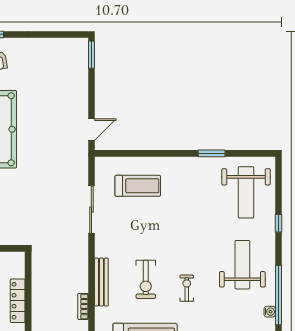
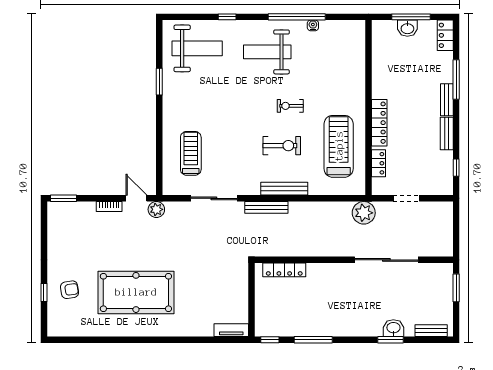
plant: (80, 150) -> (156, 209), added
bench: (82, 264) -> (266, 207), added
locker: (18, 301) -> (284, 270), moved
bookcase: (83, 307) -> (109, 207), moved

